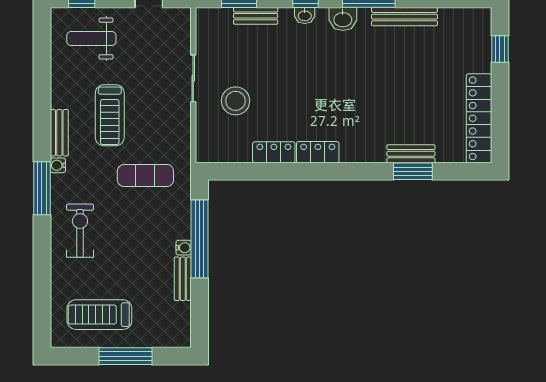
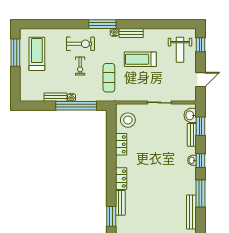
washbasin: (343, 19) -> (190, 115), moved
weight bench: (91, 38) -> (180, 50), turned 180
stool: (235, 101) -> (128, 120), moved
locker: (318, 152) -> (121, 179), moved
bench: (411, 154) -> (120, 203), moved
exercise bike: (123, 231) -> (80, 66), added
window: (126, 356) -> (15, 53), moved

